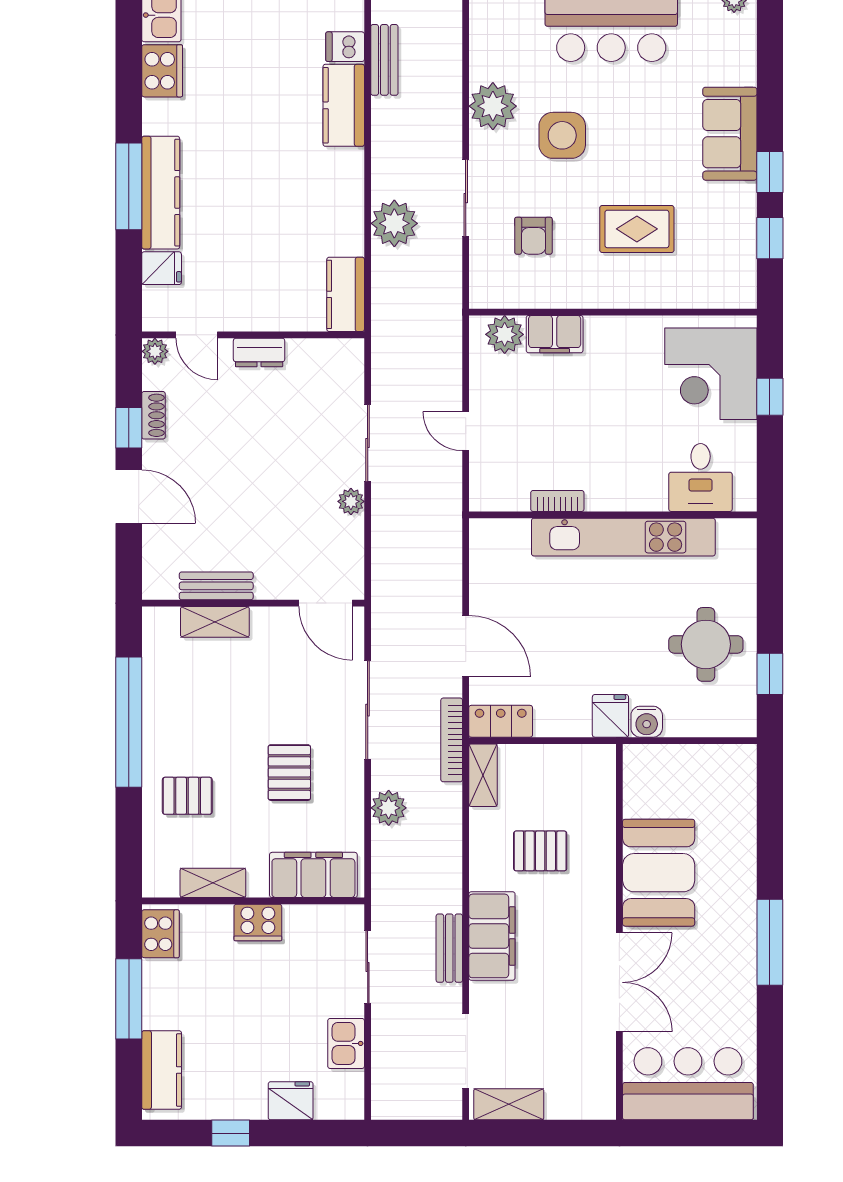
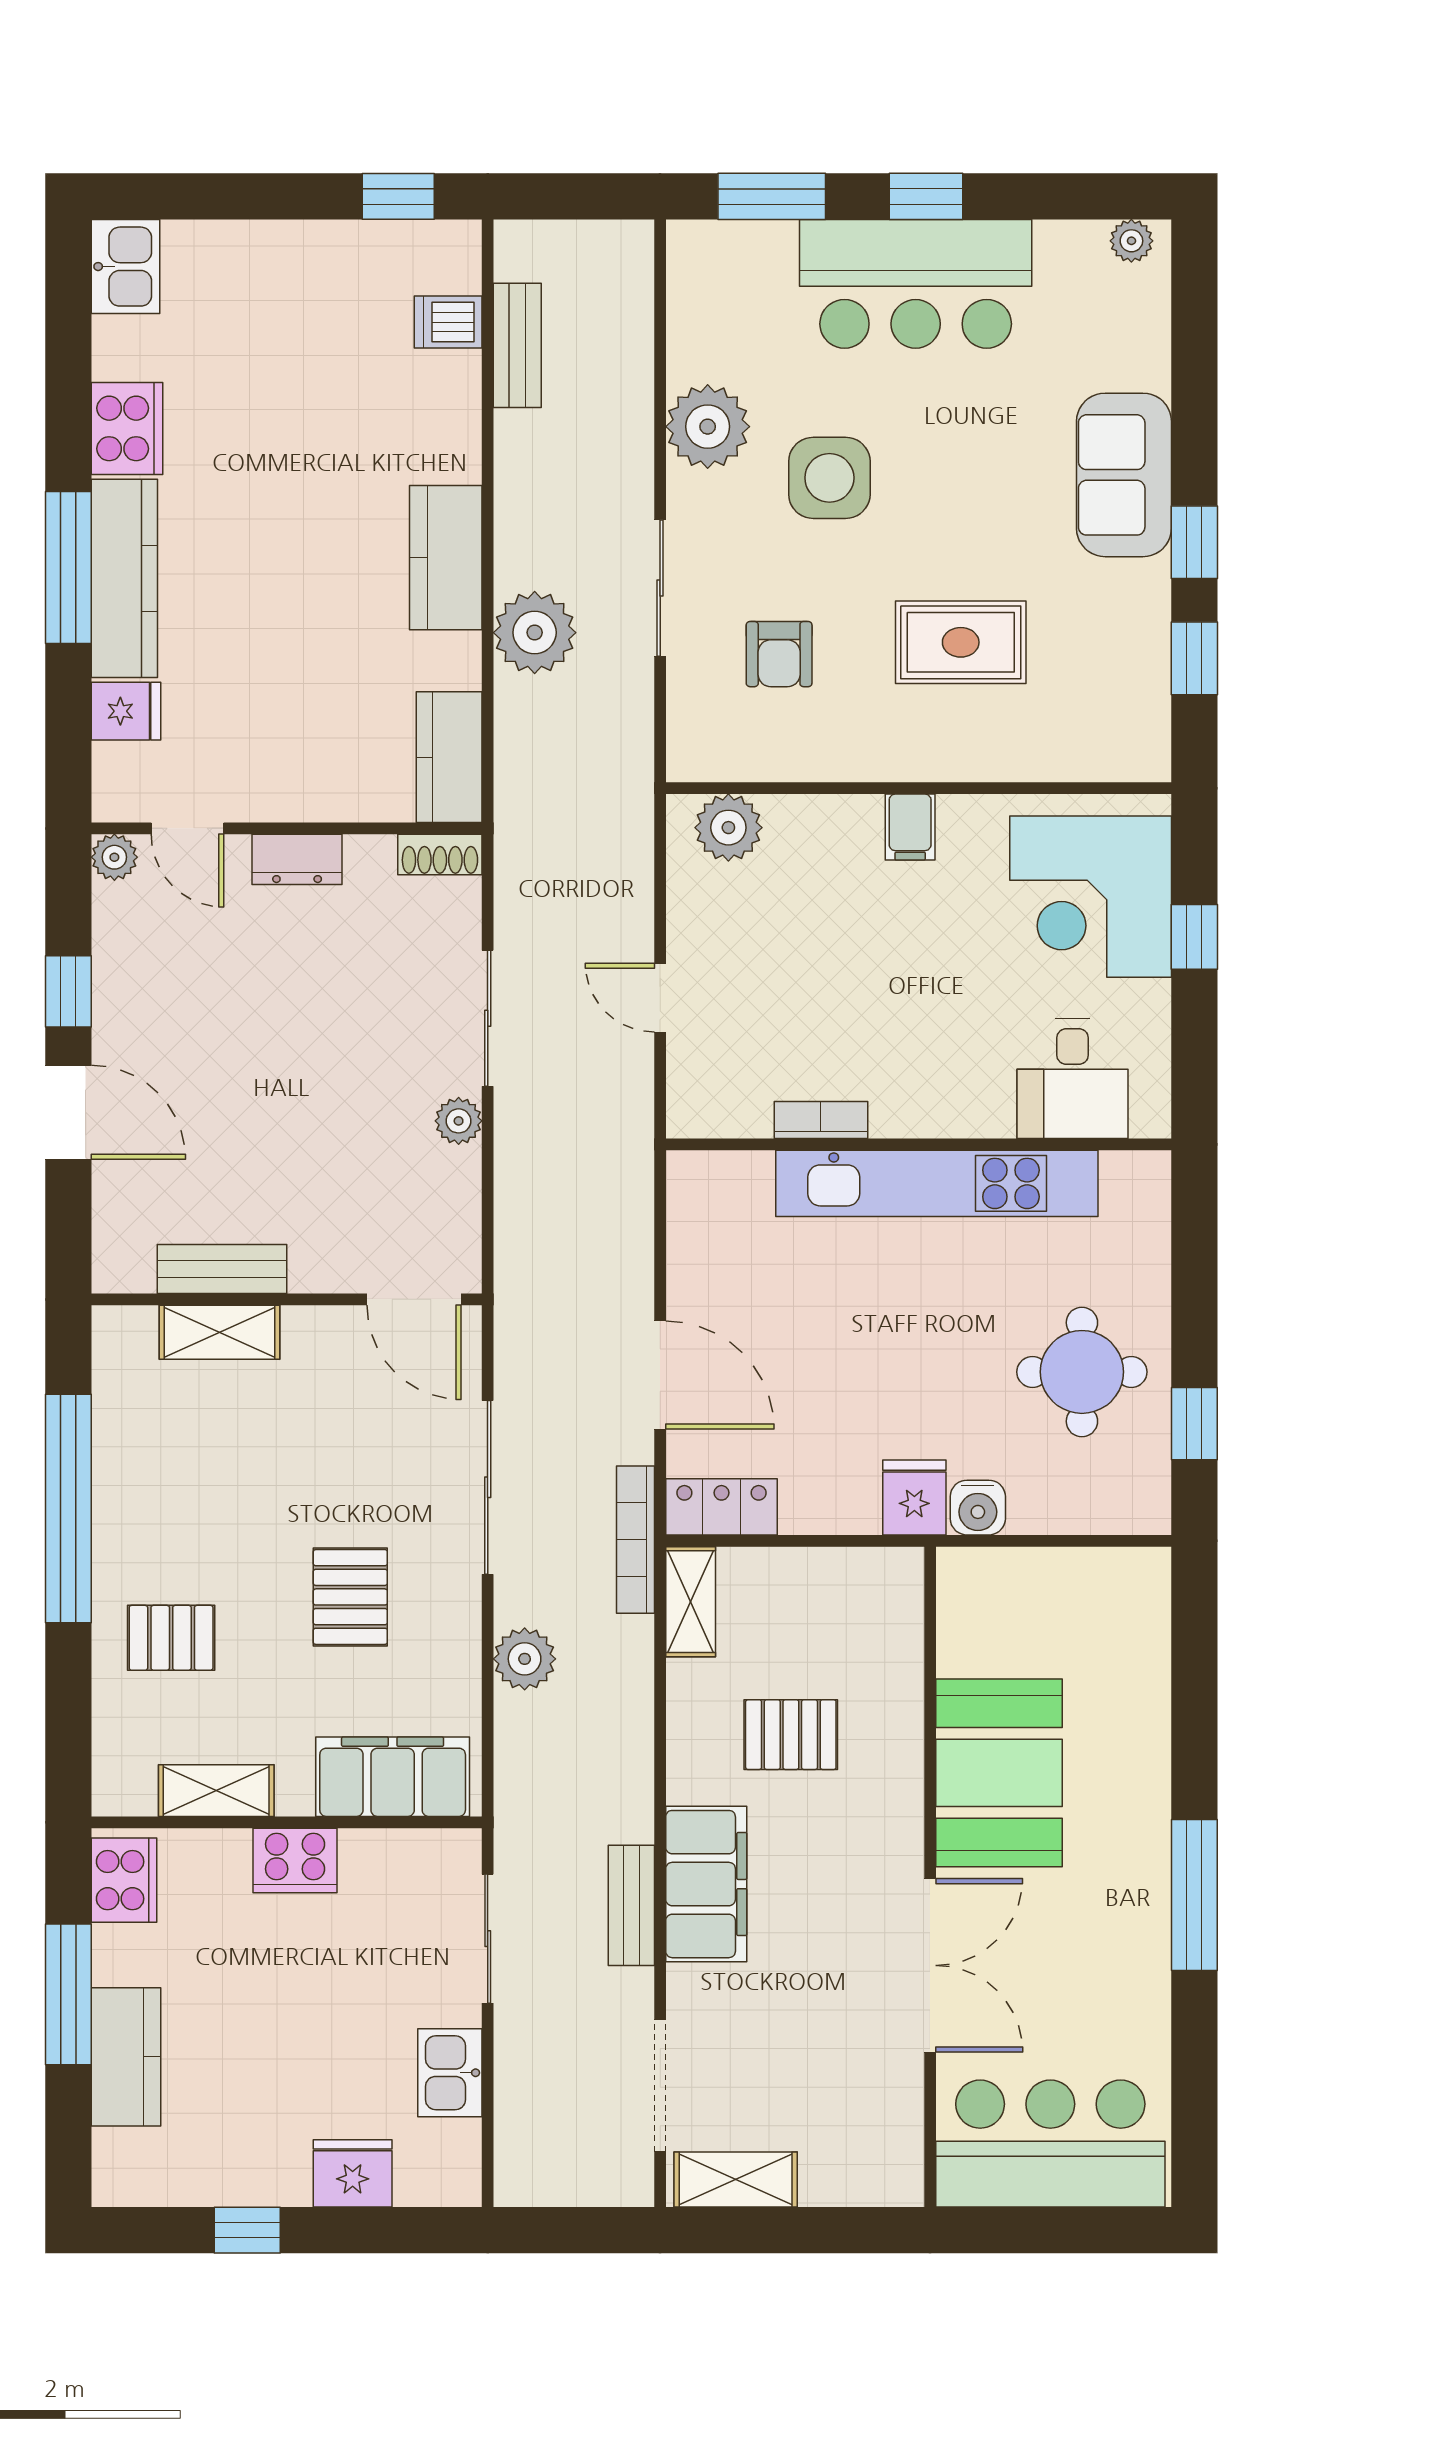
cooker: (162, 71) -> (127, 428), moved
kitchen counter: (344, 105) -> (446, 558), moved
filing cabinet: (555, 334) -> (910, 827), moved, width x0.50
shoe rack: (153, 415) -> (440, 855), moved, turned 90
kitchen counter: (162, 1070) -> (126, 2057), moved

